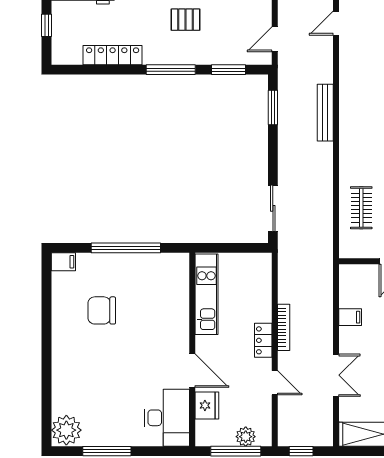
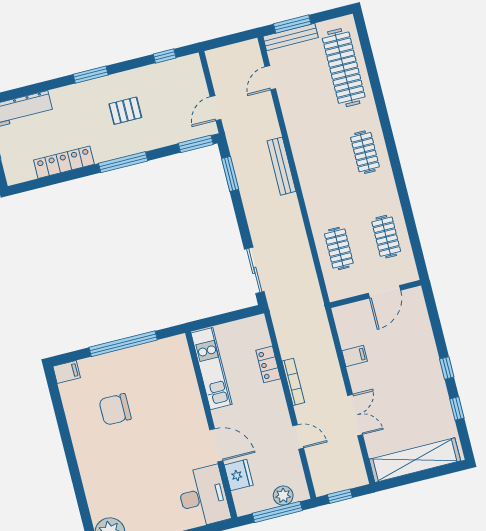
window: (228, 70) -> (196, 144), moved
locker: (263, 340) -> (268, 364), moved

